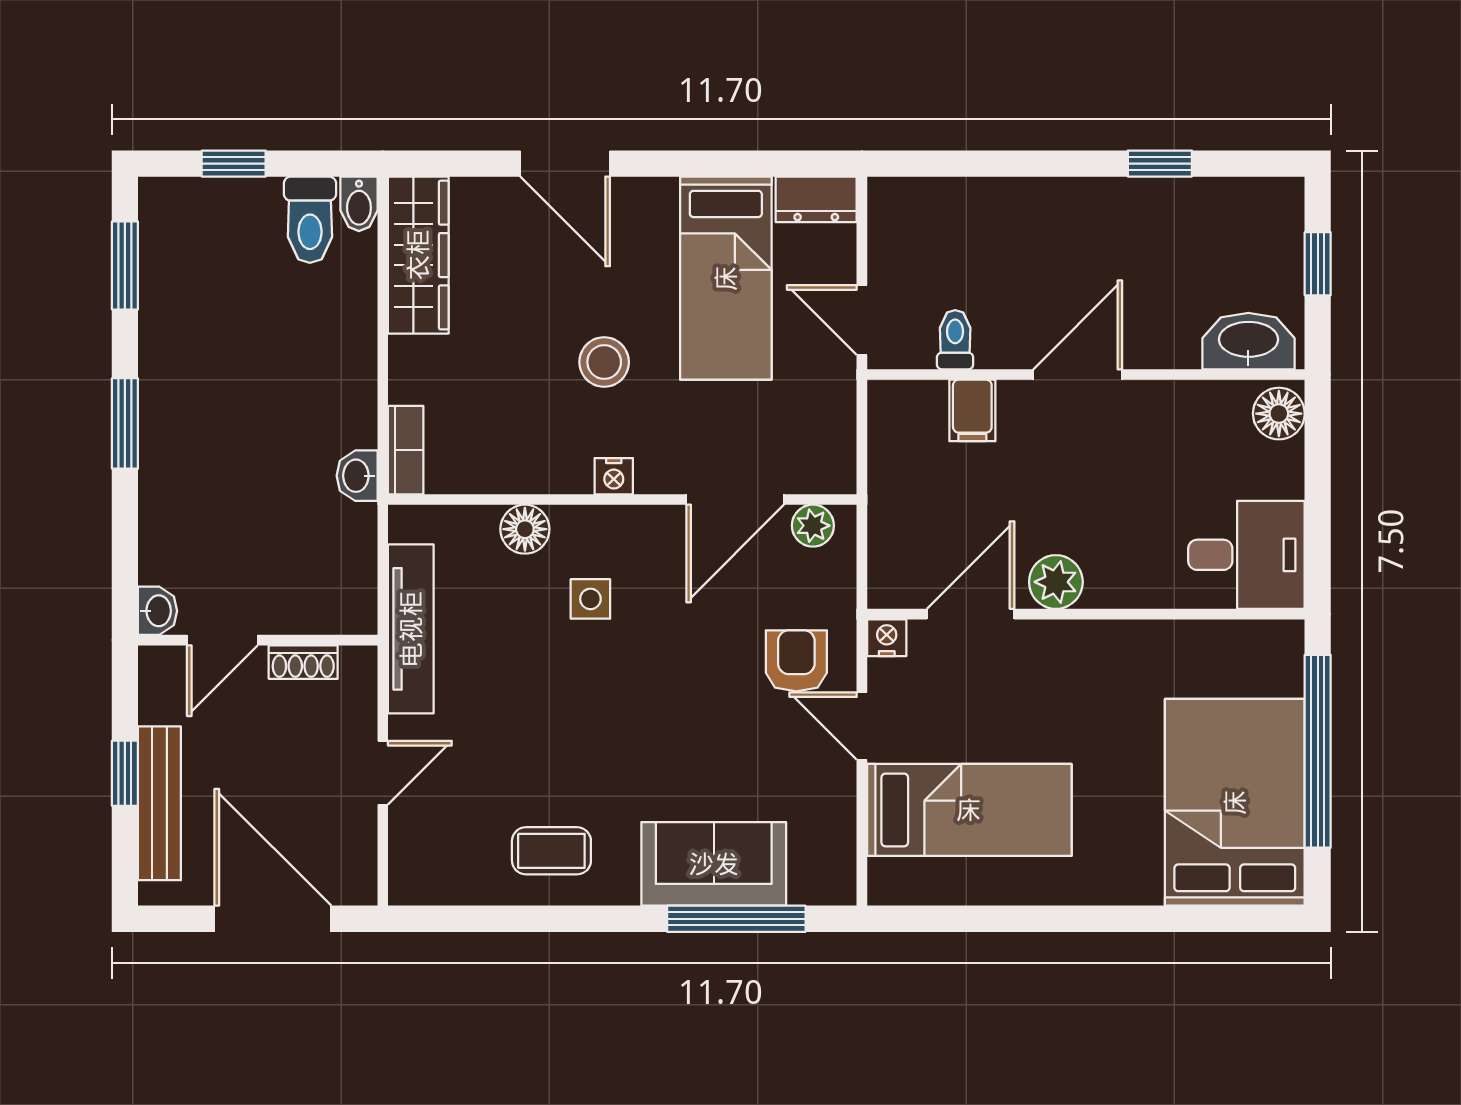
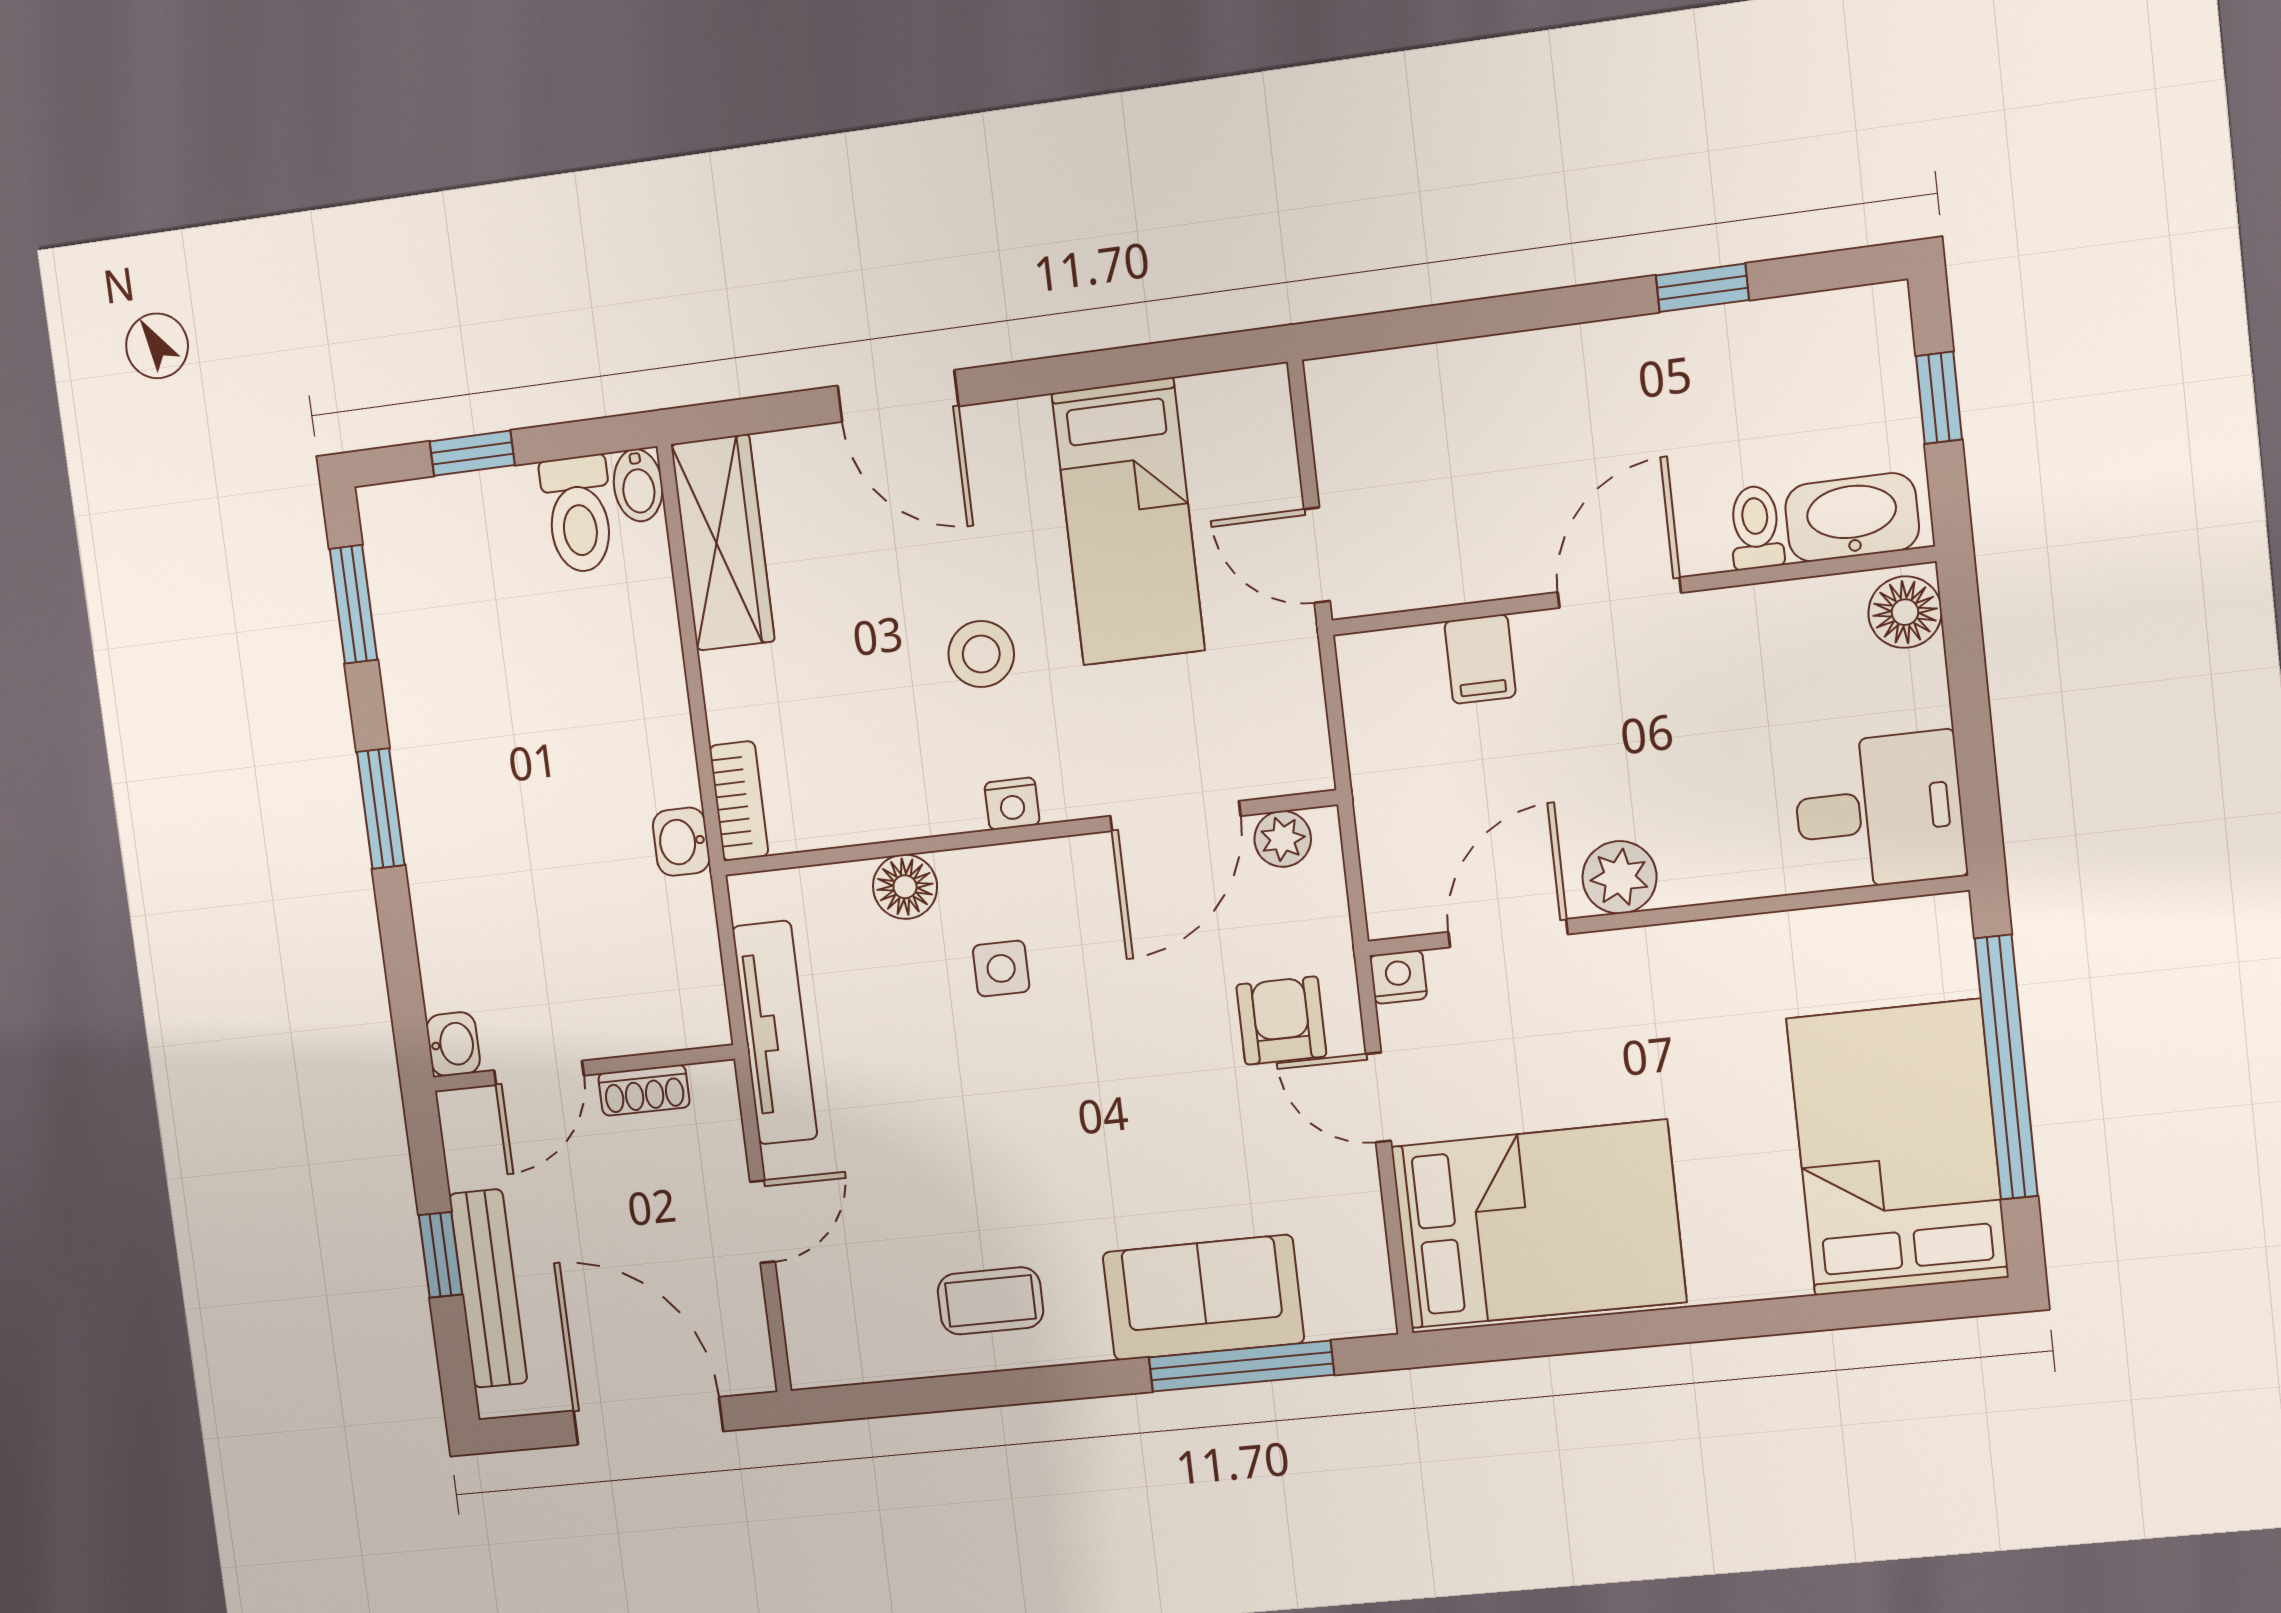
dresser: (816, 199) -> (1237, 400), removed
toilet: (955, 340) -> (1756, 527), moved
bed: (969, 810) -> (1539, 1224), width x1.50

